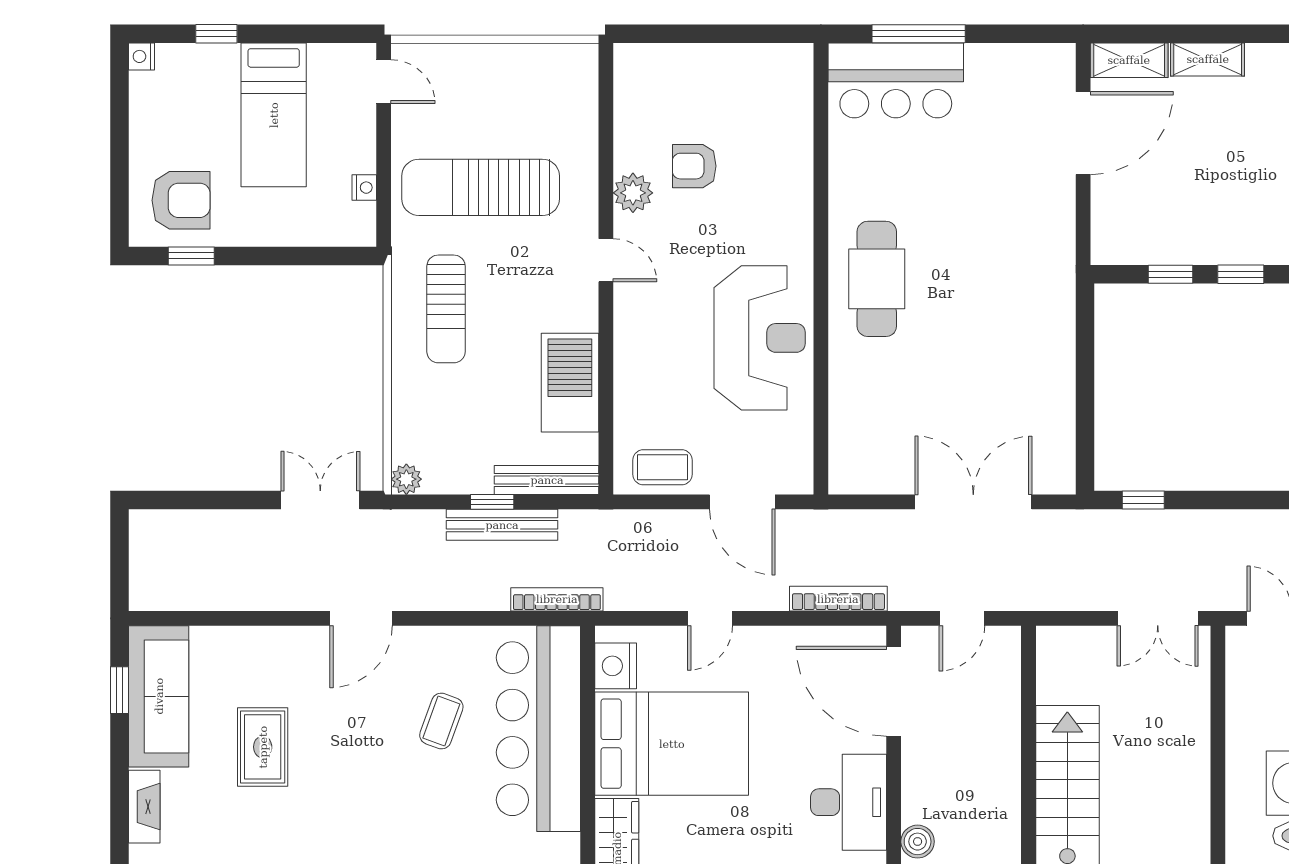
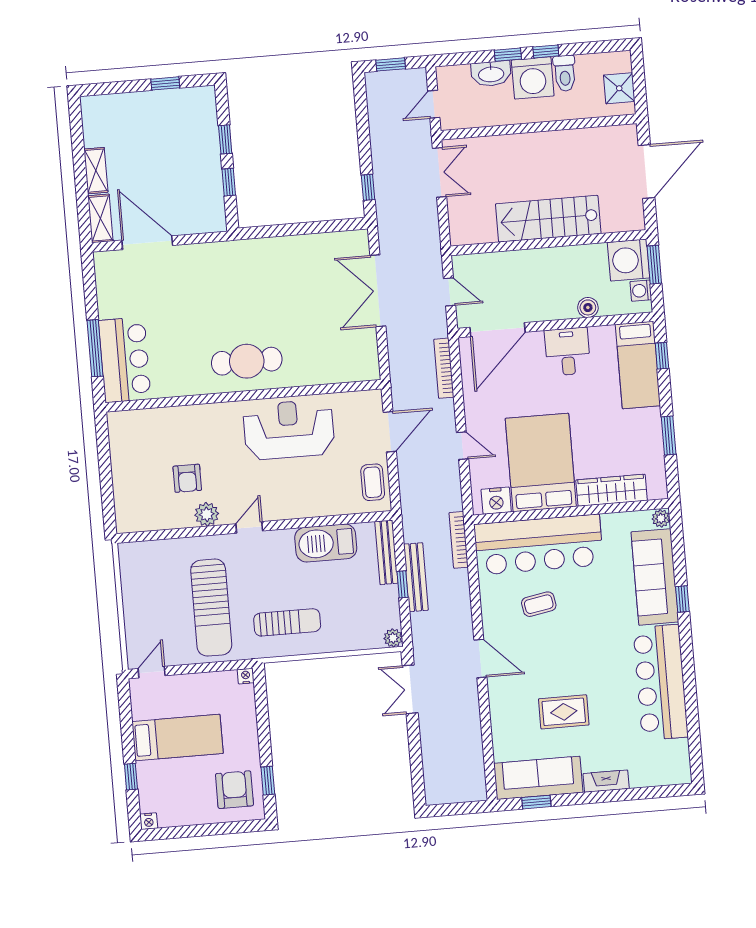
nightstand: (364, 188) -> (246, 676), moved
coffee table: (441, 721) -> (539, 604), turned -30
desk: (849, 802) -> (567, 352), width x0.73

